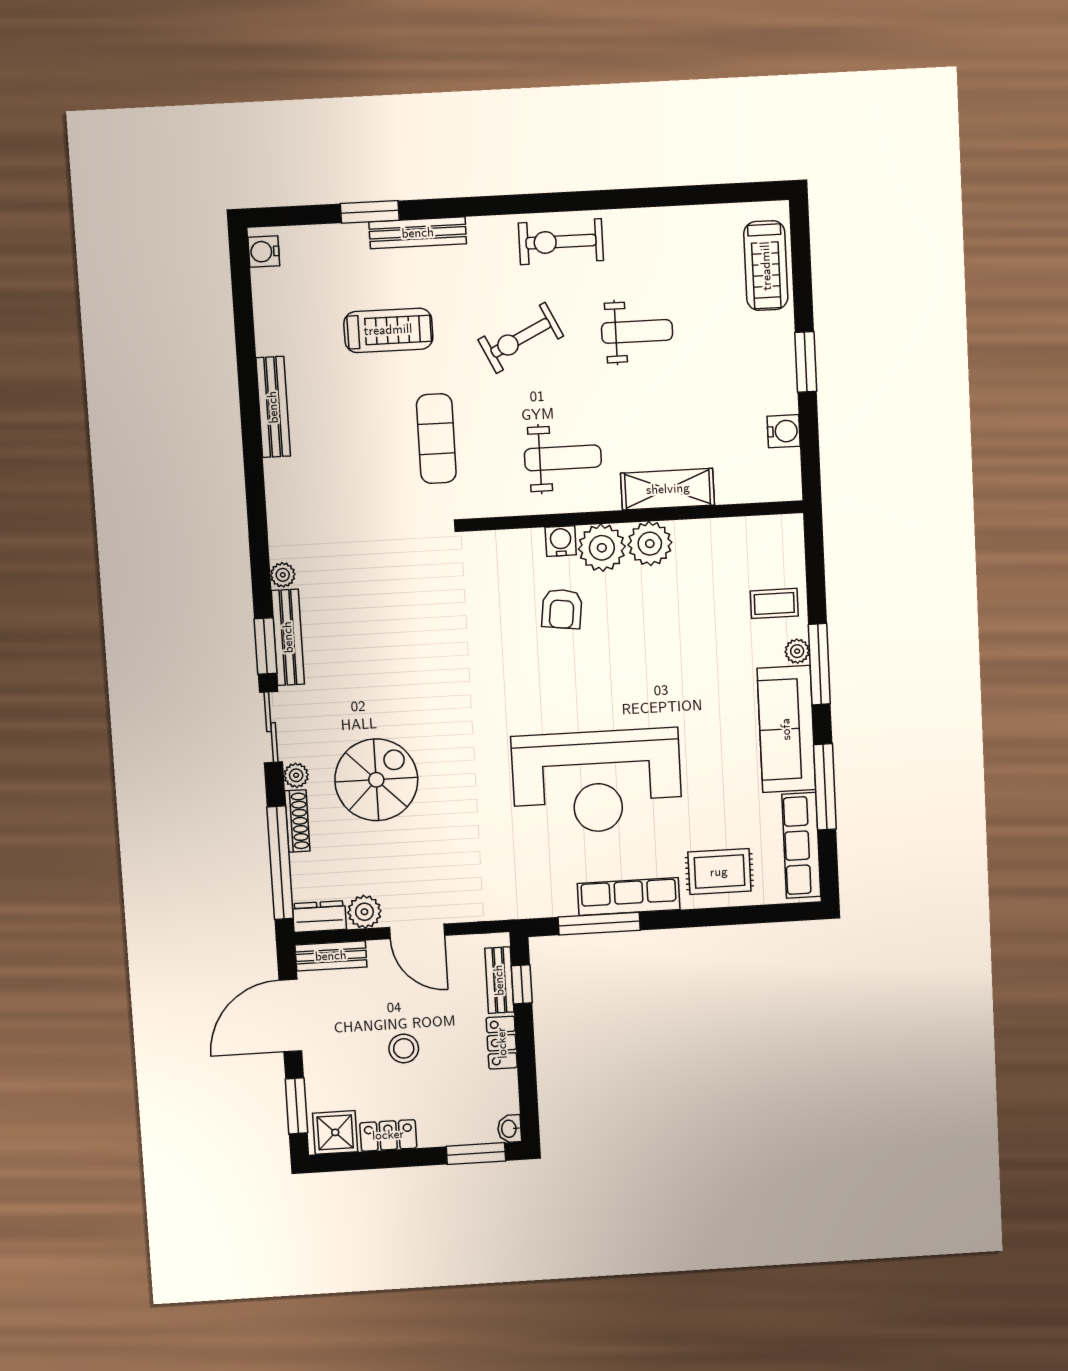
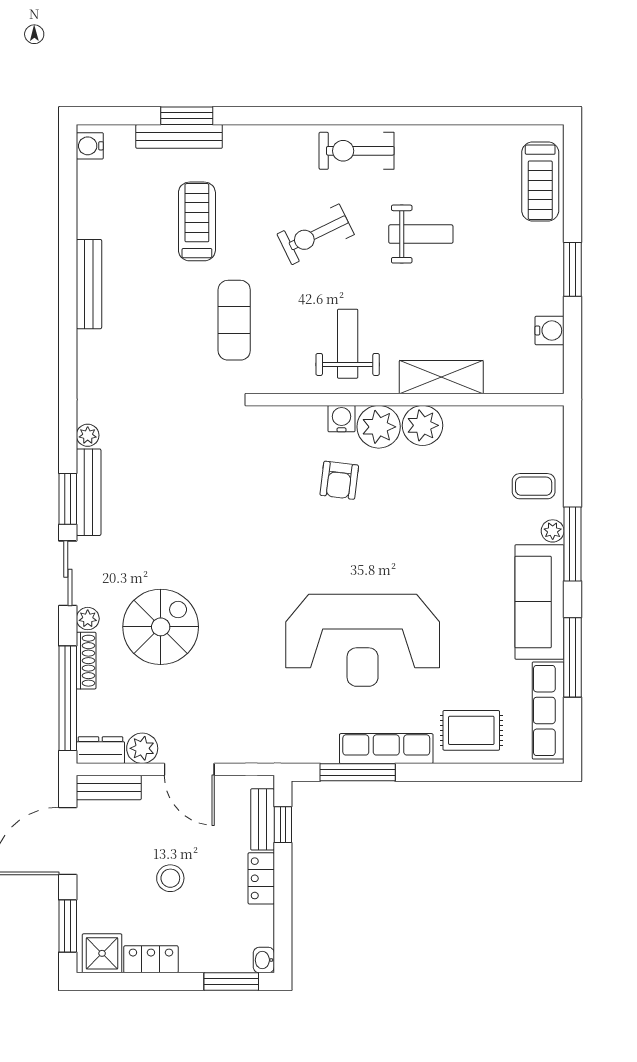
bench: (418, 233) -> (179, 136), moved
treadmill: (388, 330) -> (197, 221), turned -90
weight bench: (563, 458) -> (348, 344), turned -90

